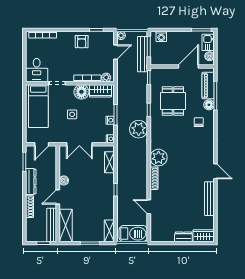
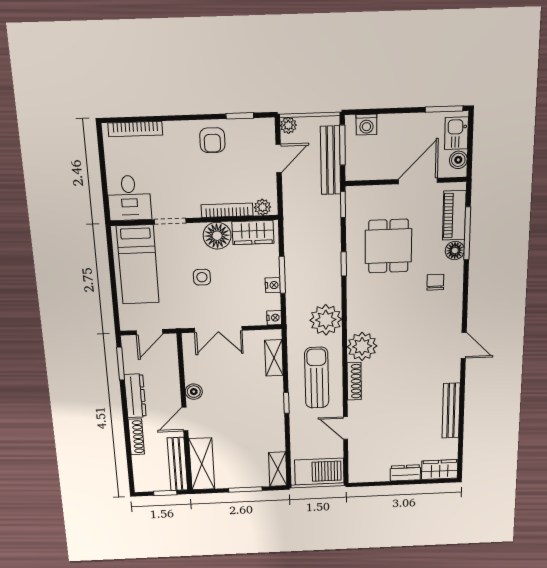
plant: (139, 129) -> (326, 320), moved
door: (215, 171) -> (464, 345), moved
sun lounger: (133, 175) -> (317, 378), added

